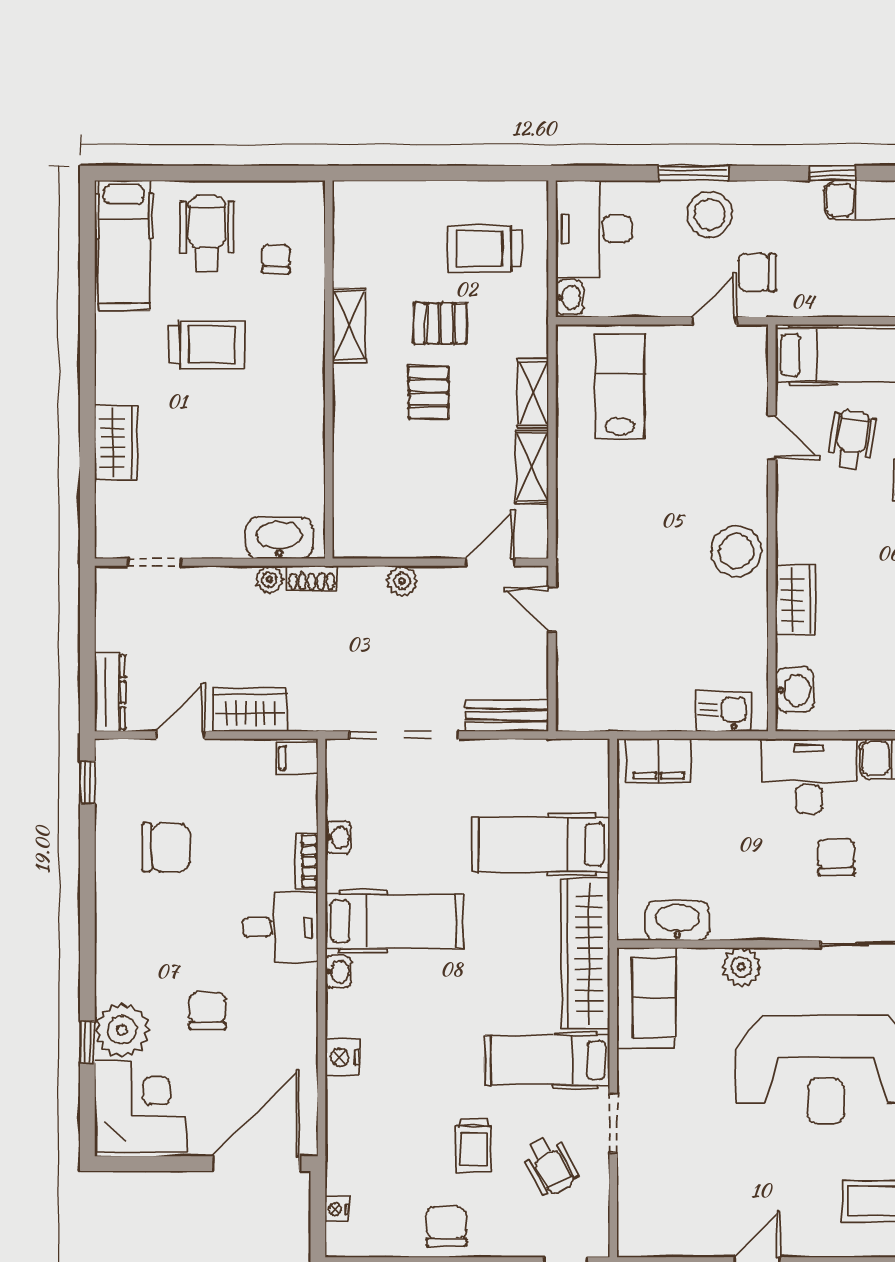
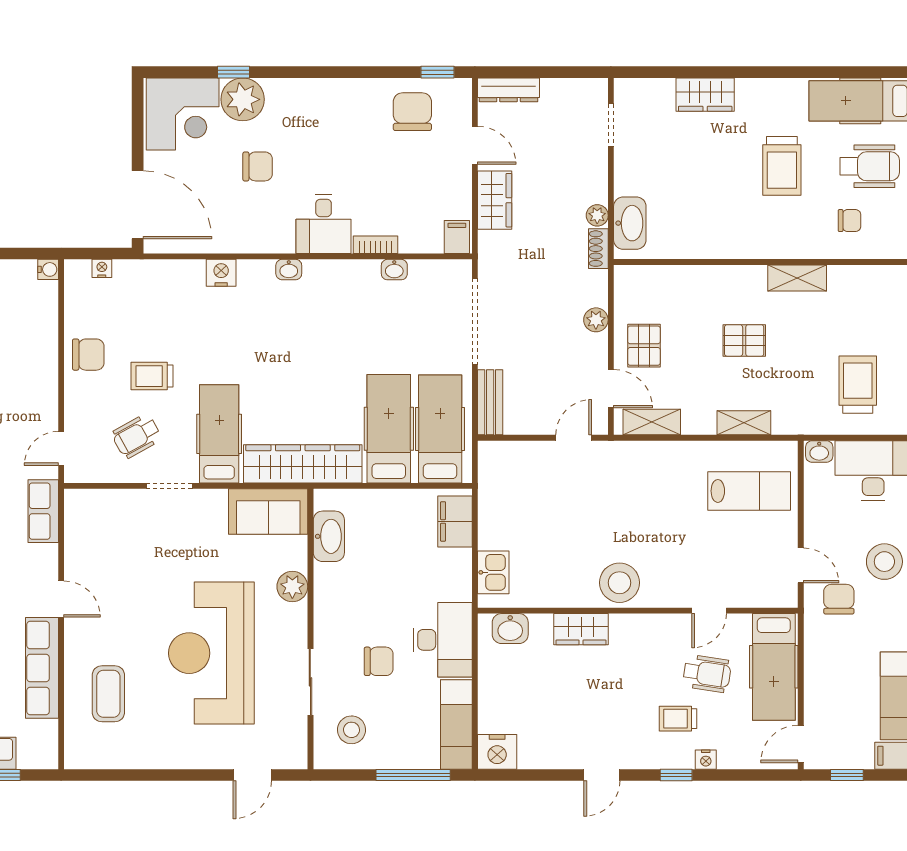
pallet: (440, 323) -> (644, 346), moved
shelving: (532, 467) -> (652, 422), moved
chair: (166, 847) -> (412, 112), moved, turned 180
hospital bed: (394, 921) -> (440, 429), moved, turned 180

